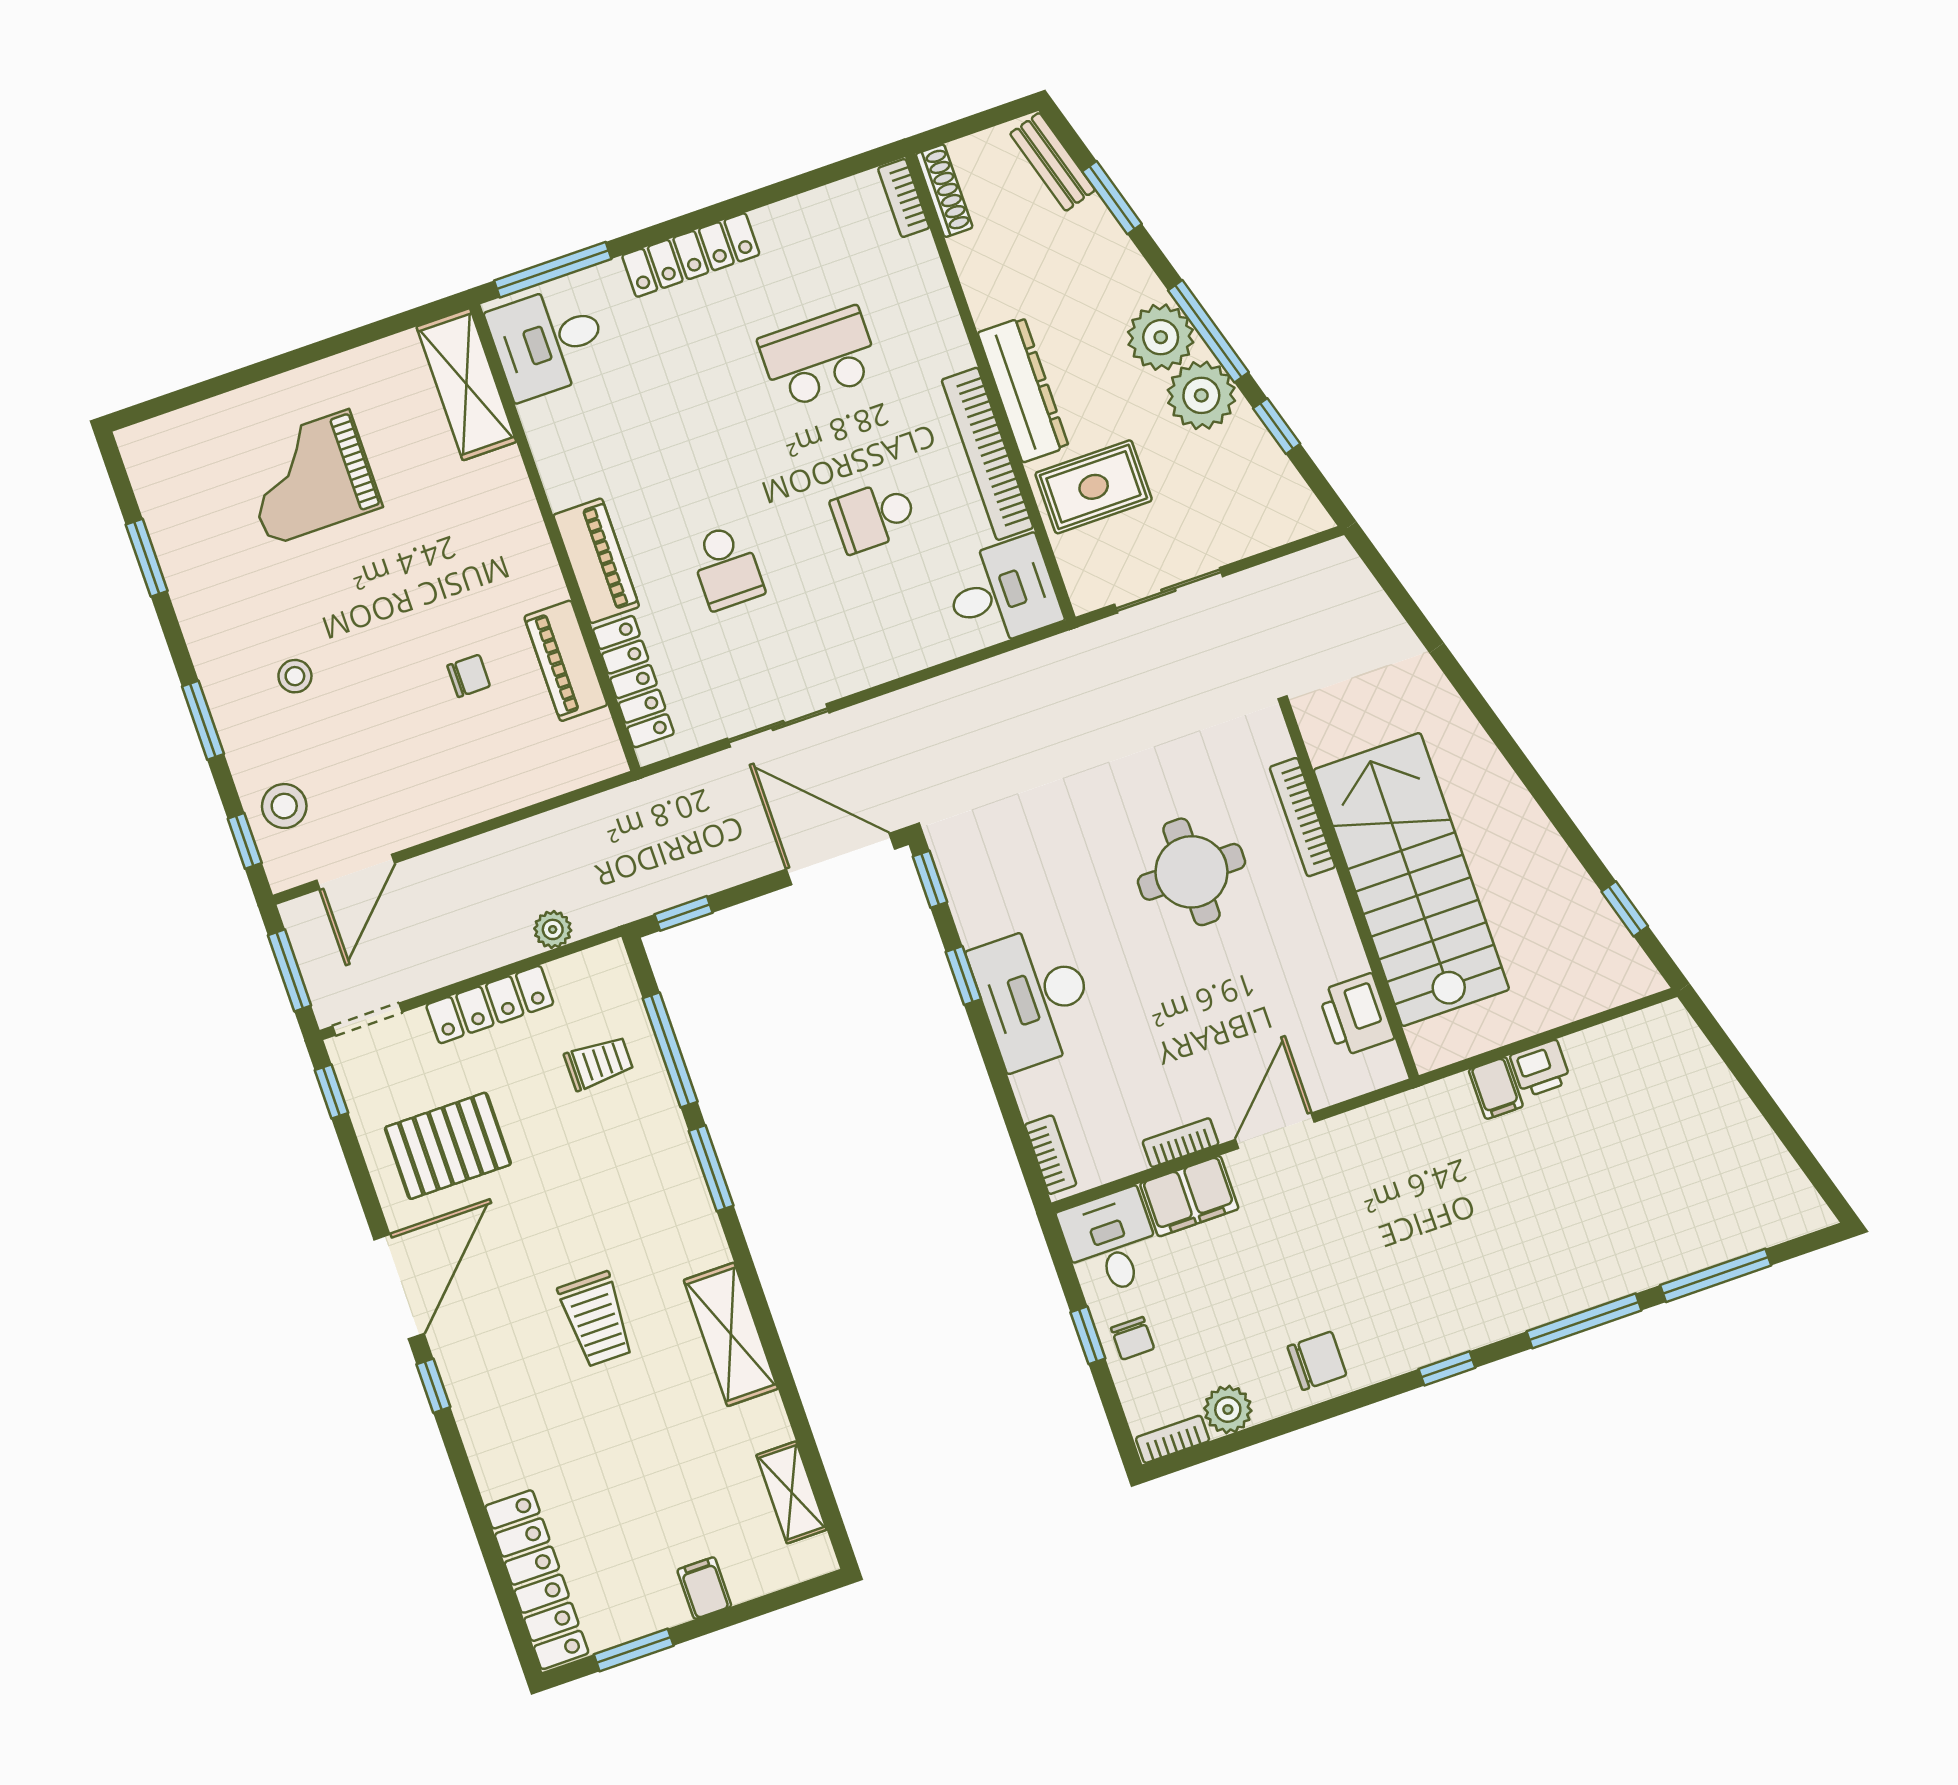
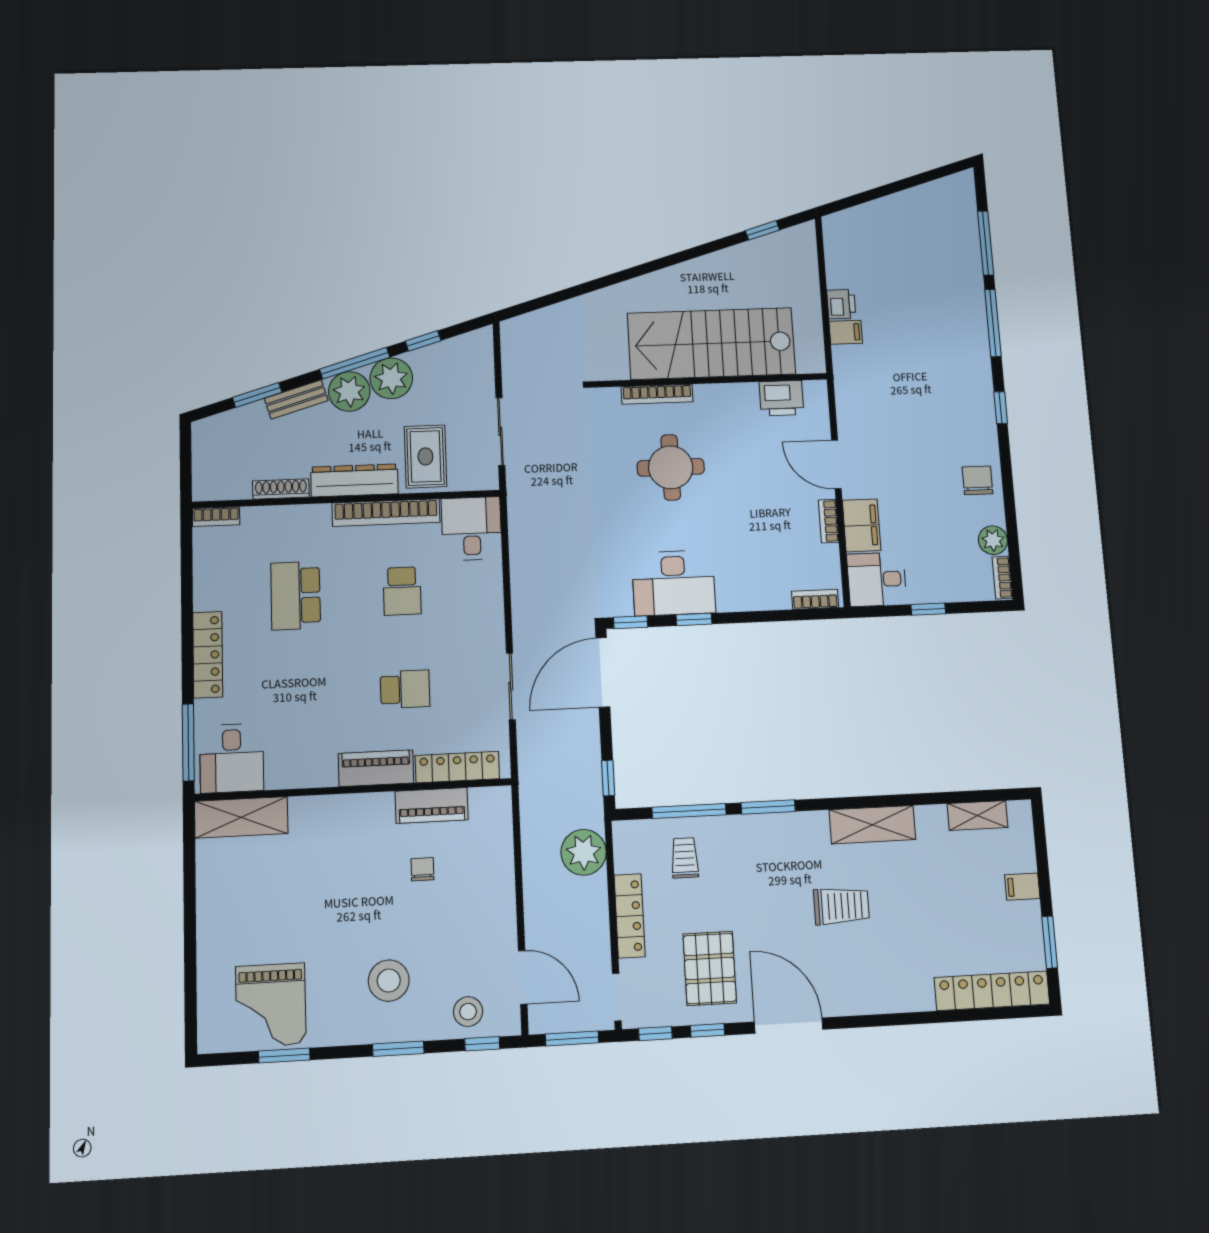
bench: (1053, 162) -> (296, 399), moved
shoe rack: (944, 191) -> (281, 489), moved
grand piano: (309, 478) -> (271, 1005), moved
stool: (295, 676) -> (389, 981), width x1.89, depth x1.89
plant: (553, 929) -> (584, 852), width x1.87, depth x1.87
desk: (1034, 997) -> (674, 583), moved
chair: (1133, 1338) -> (937, 583), removed
window: (433, 1386) -> (708, 1030), moved

